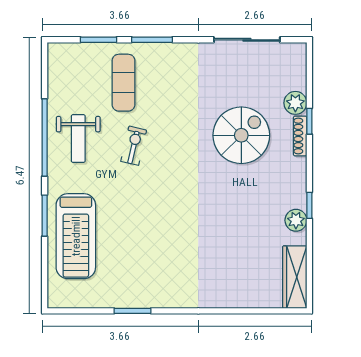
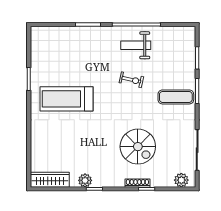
exercise mat: (124, 83) -> (176, 97), moved
plant: (295, 103) -> (181, 180), moved
treadmill: (76, 236) -> (67, 99), moved

